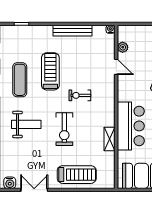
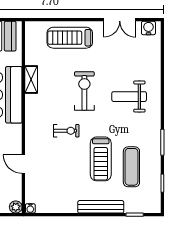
bench: (73, 31) -> (101, 207), moved
plant: (123, 47) -> (16, 207), moved
exercise mat: (20, 80) -> (131, 167), moved

